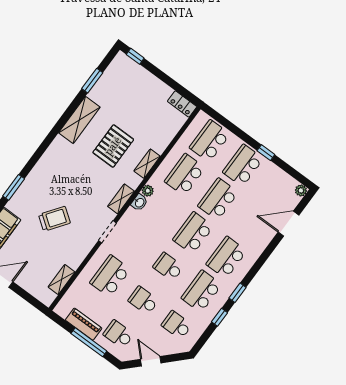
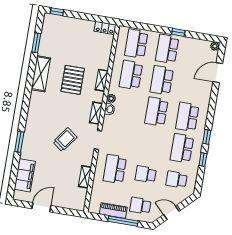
trolley: (54, 219) -> (65, 140), moved
school desk: (168, 267) -> (151, 143), removed
shelving: (61, 280) -> (85, 177), moved

